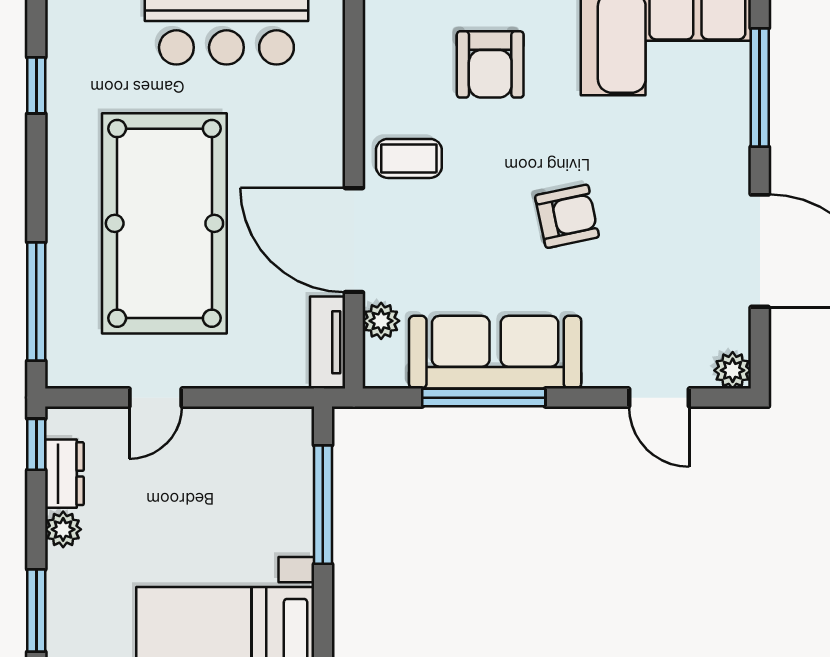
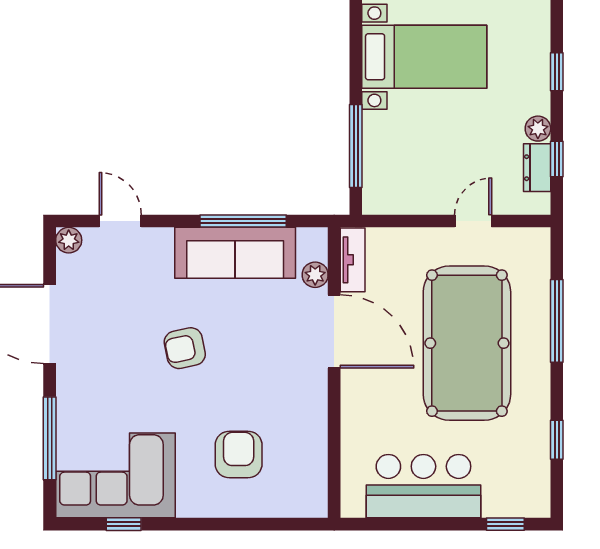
coffee table: (409, 158) -> (296, 389), removed
window: (36, 302) -> (557, 321), moved
window: (36, 444) -> (557, 159), moved
window: (36, 611) -> (557, 72), width x0.67

